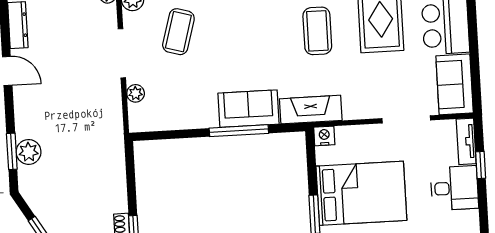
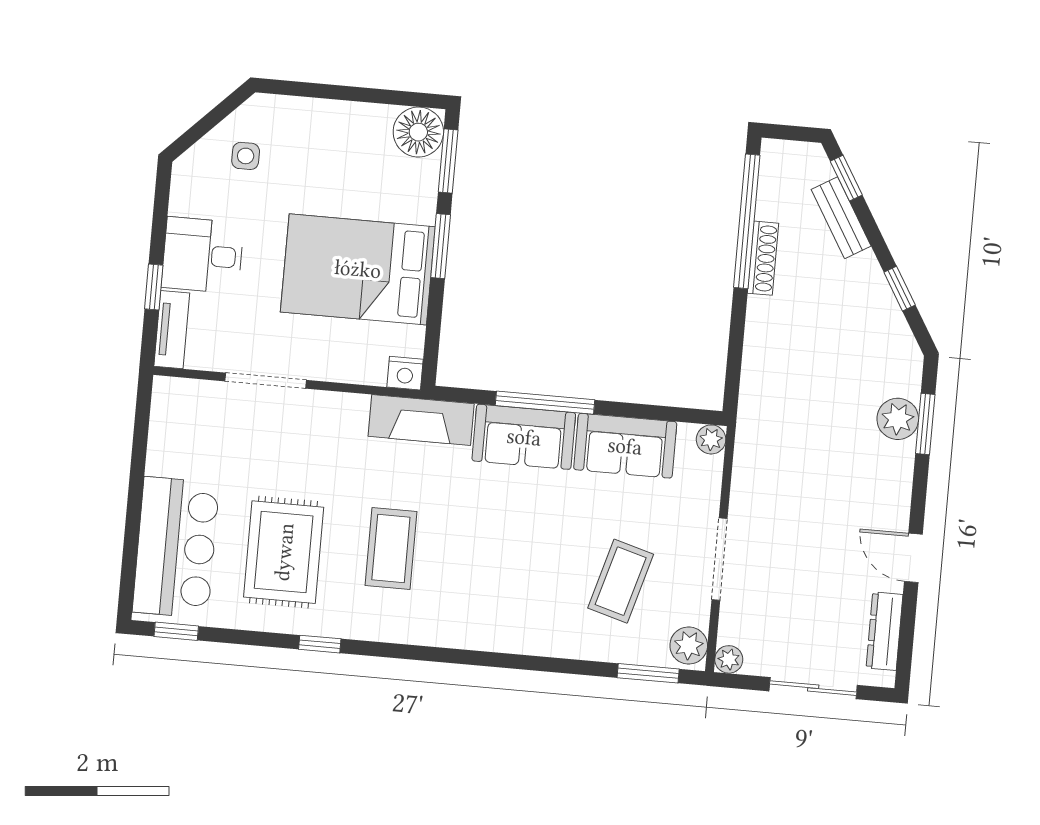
sofa: (455, 84) -> (625, 446), moved, turned 90
plant: (136, 93) -> (711, 439), moved

